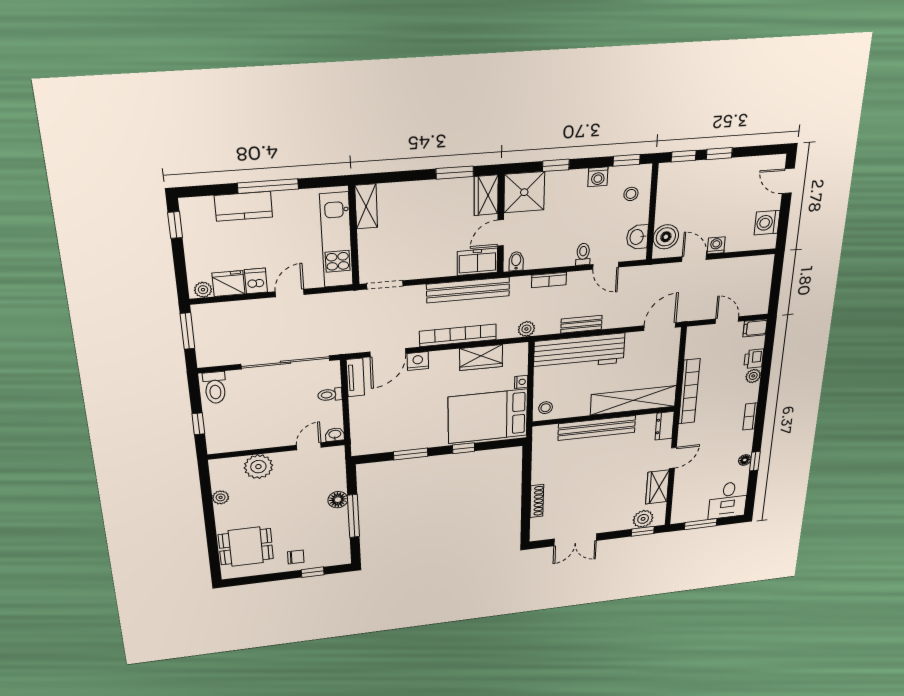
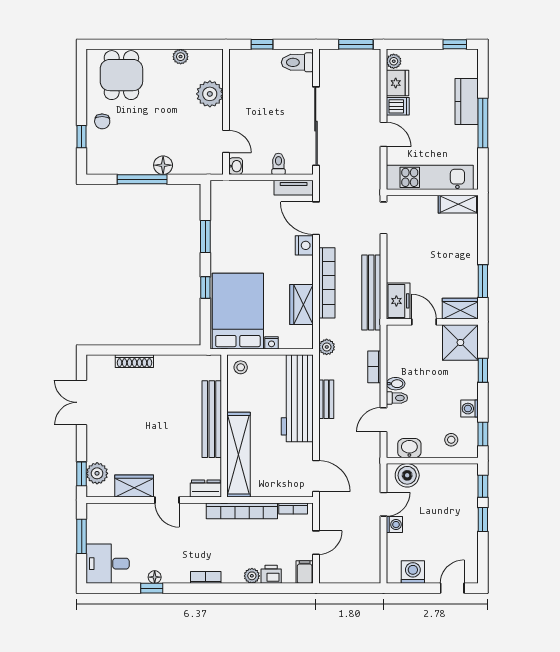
bidet: (516, 261) -> (396, 384), moved
bookcase: (691, 345) -> (293, 509), added

